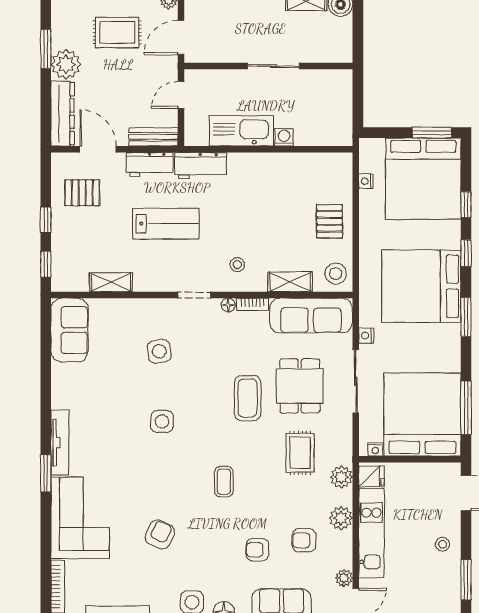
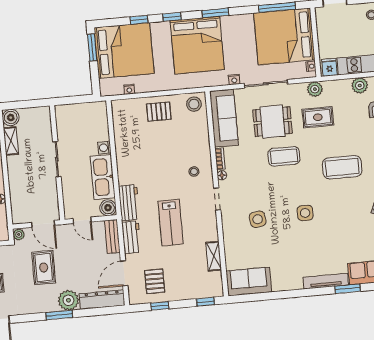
boiler: (196, 134) -> (108, 208), added
window: (46, 220) -> (160, 306), moved
lab bench: (166, 224) -> (171, 223), turned 180
shelving: (290, 282) -> (202, 135), removed
plant: (341, 477) -> (315, 89), moved
coffee table: (224, 482) -> (342, 167), width x1.86, depth x1.72

